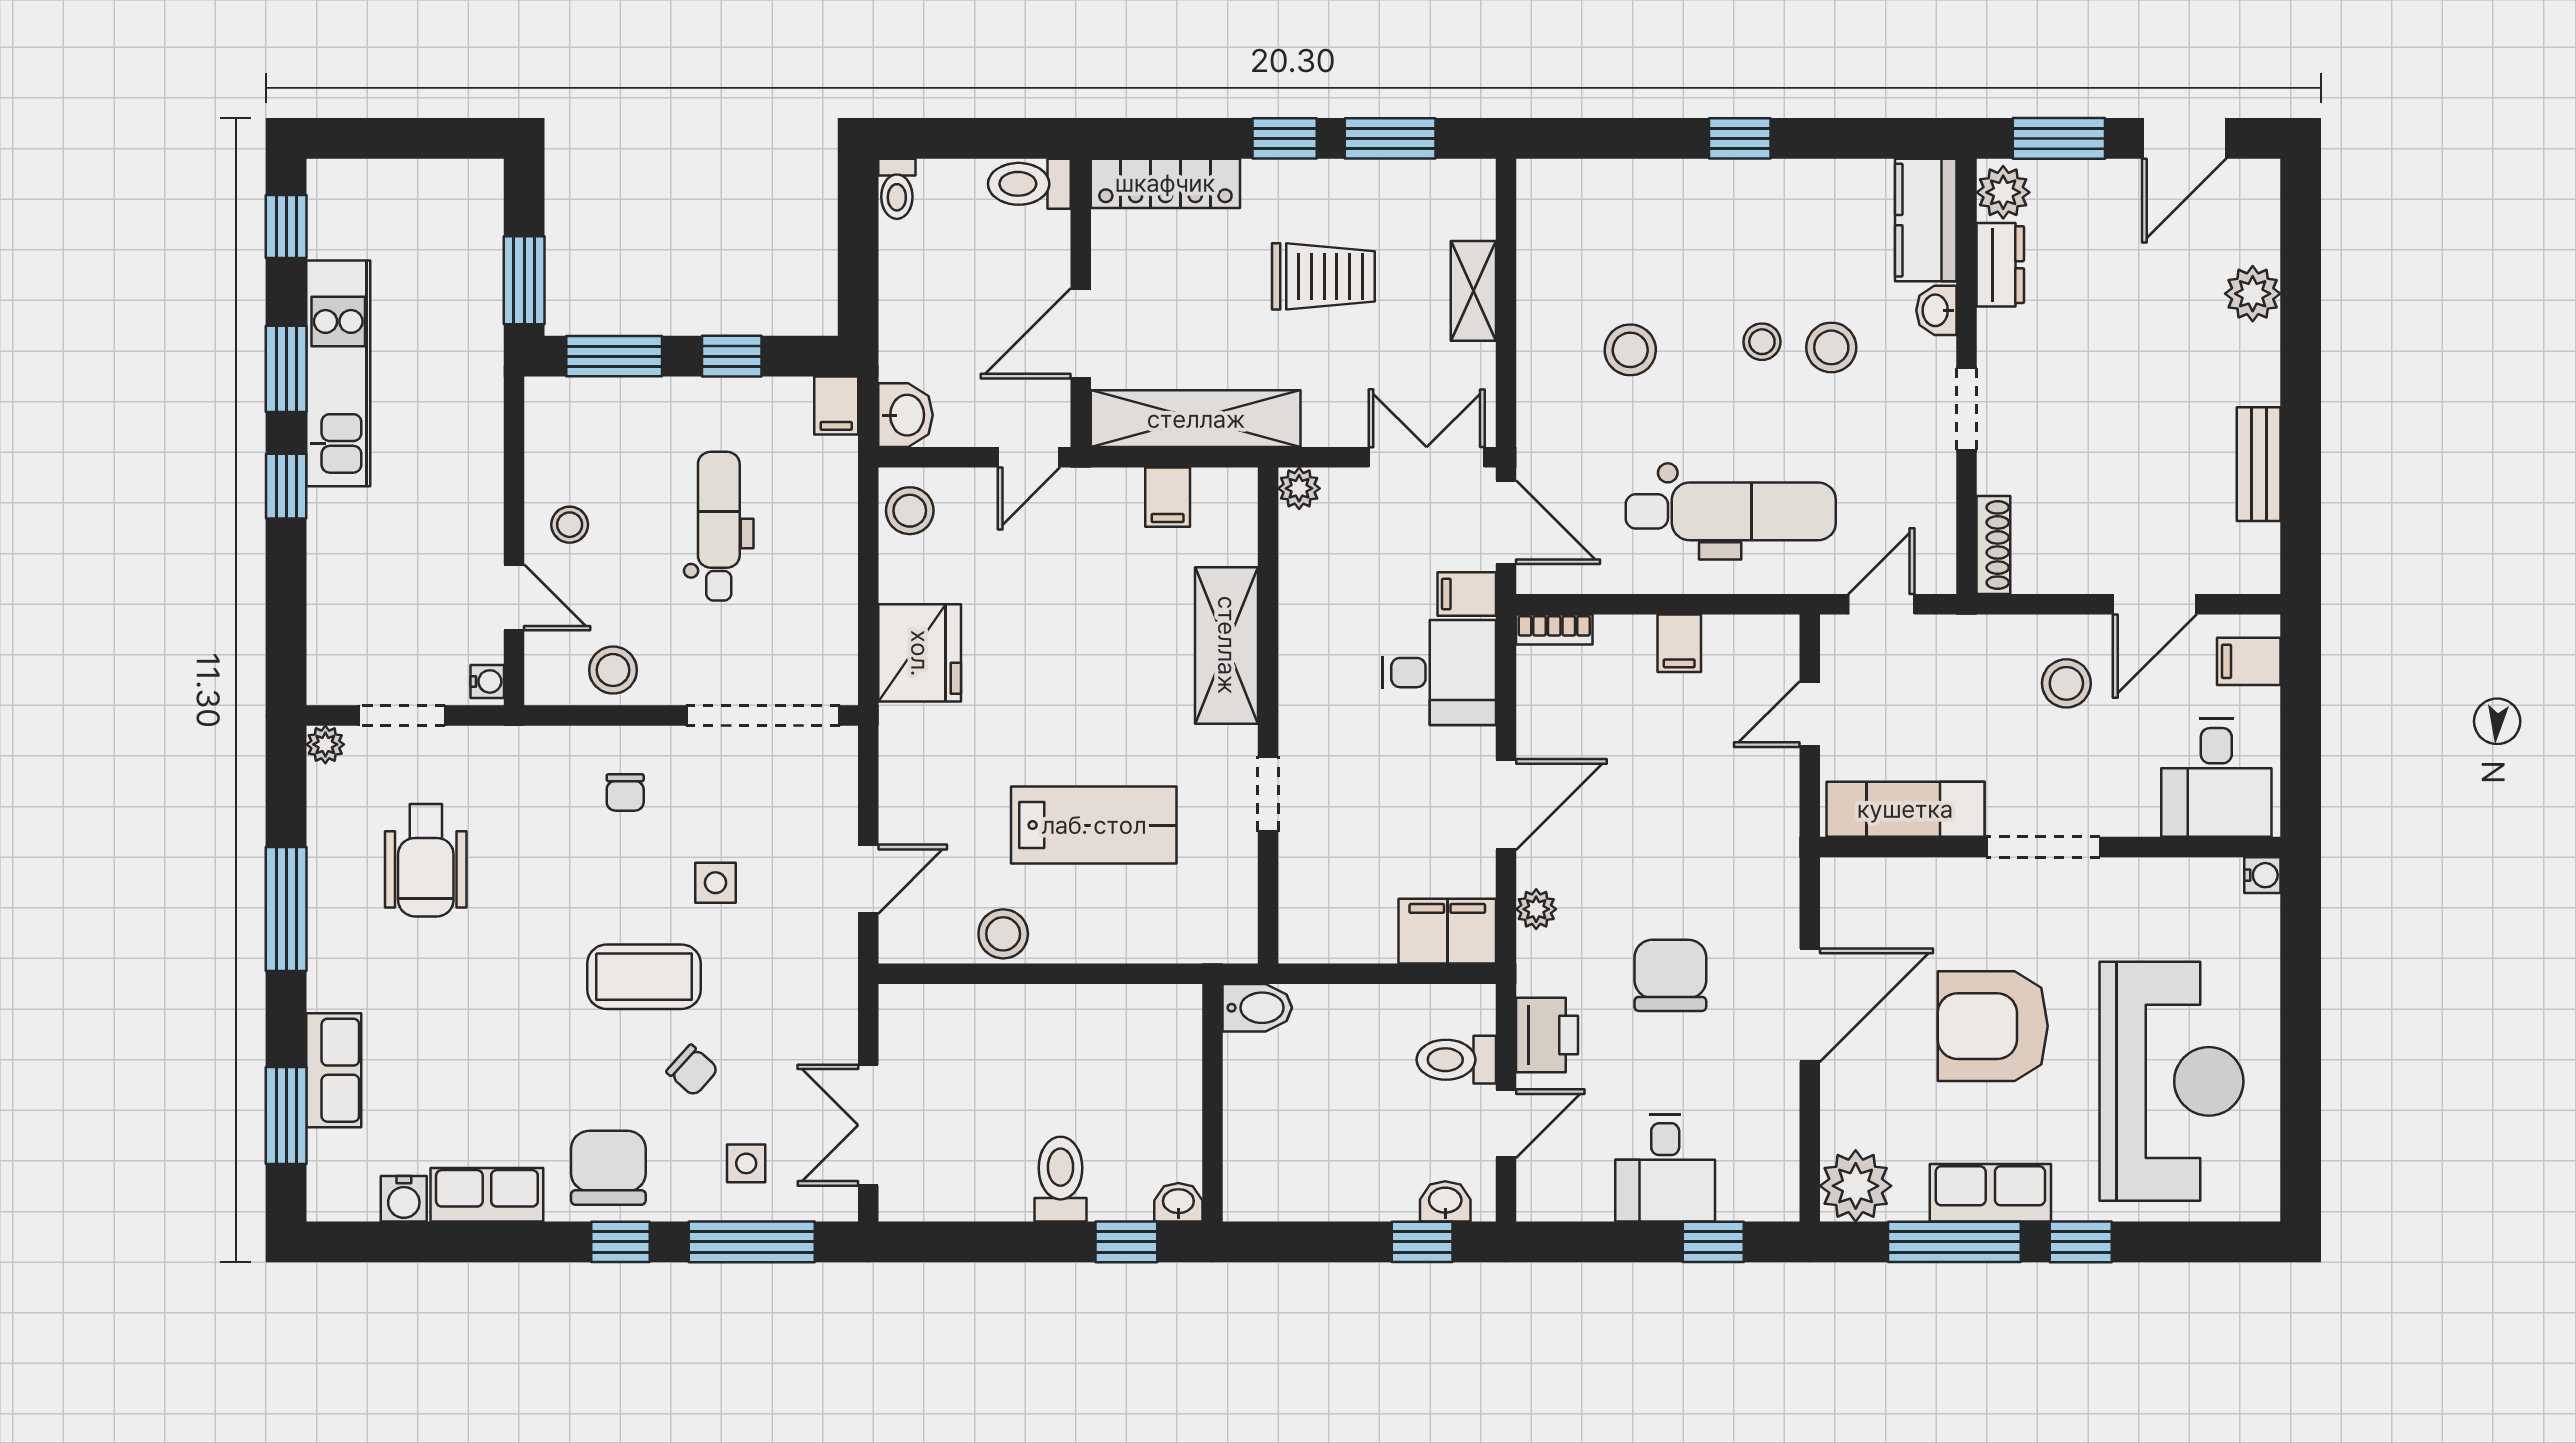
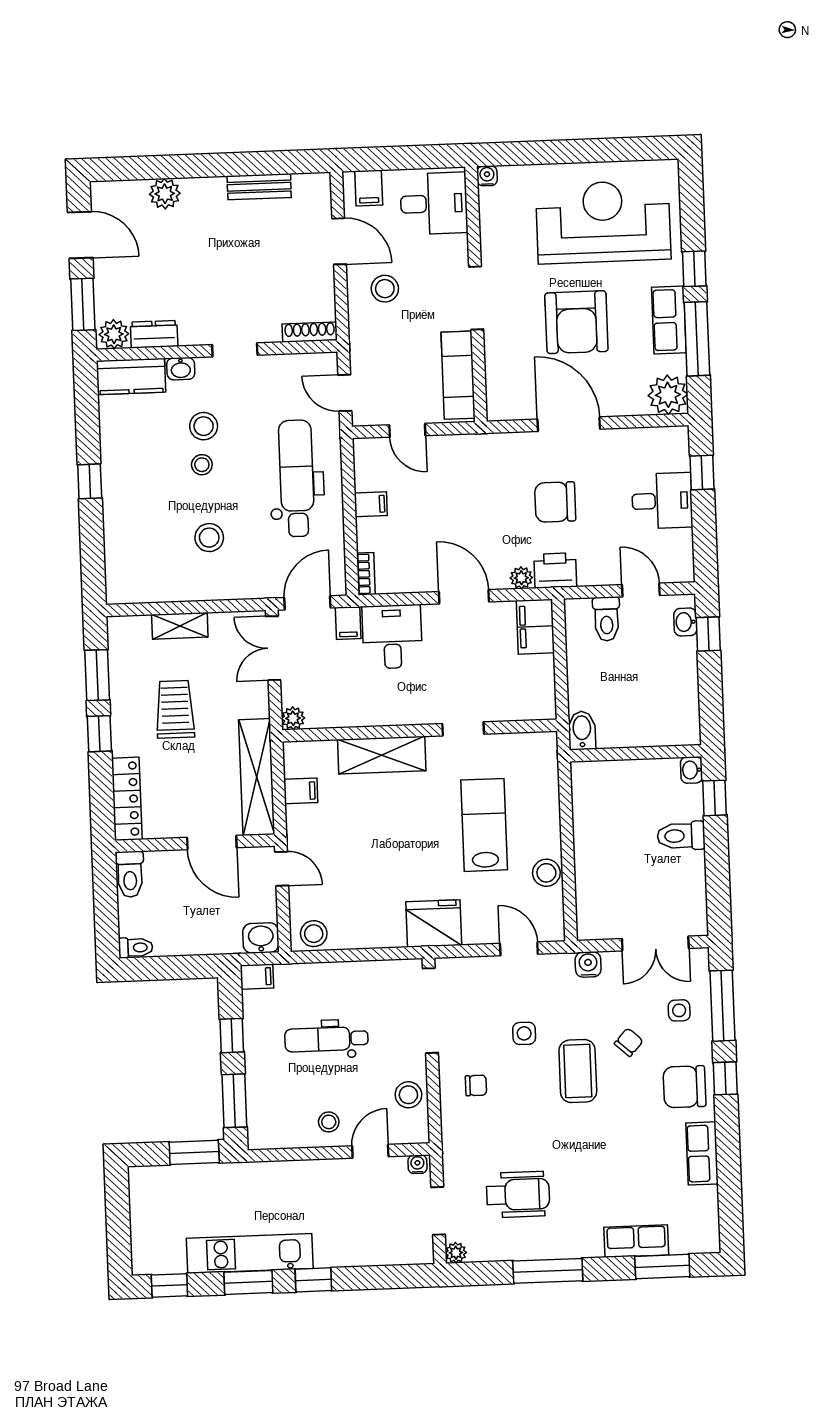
fridge: (920, 653) -> (434, 924), moved
printer: (1547, 1035) -> (555, 570), moved
water cooler: (404, 1199) -> (588, 964), moved, turned -90

